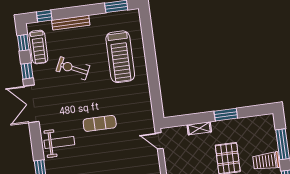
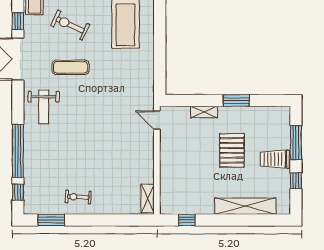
exercise mat: (100, 123) -> (71, 67), moved
weight bench: (59, 142) -> (44, 107), turned 90

